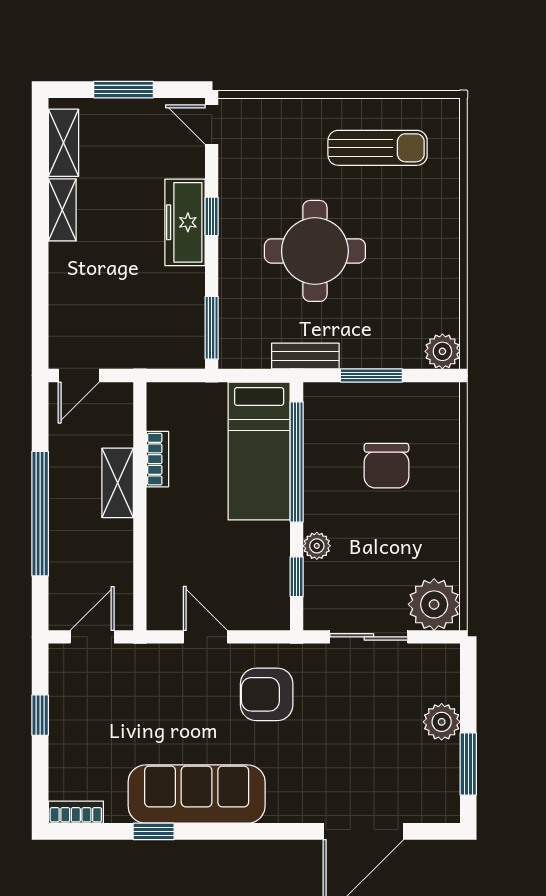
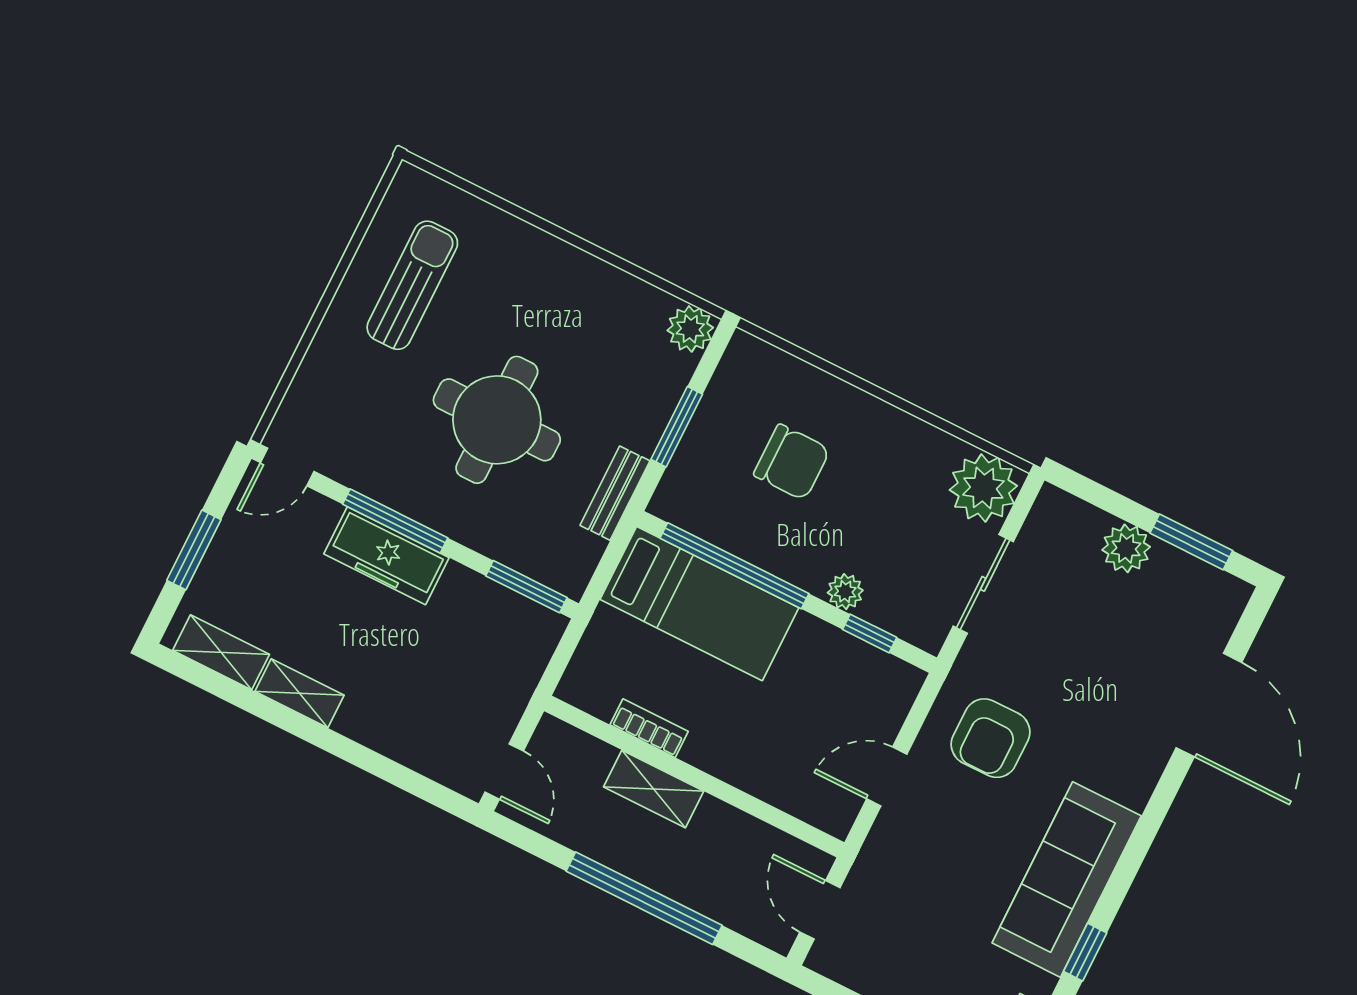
window: (212, 216) -> (395, 521), width x2.17

